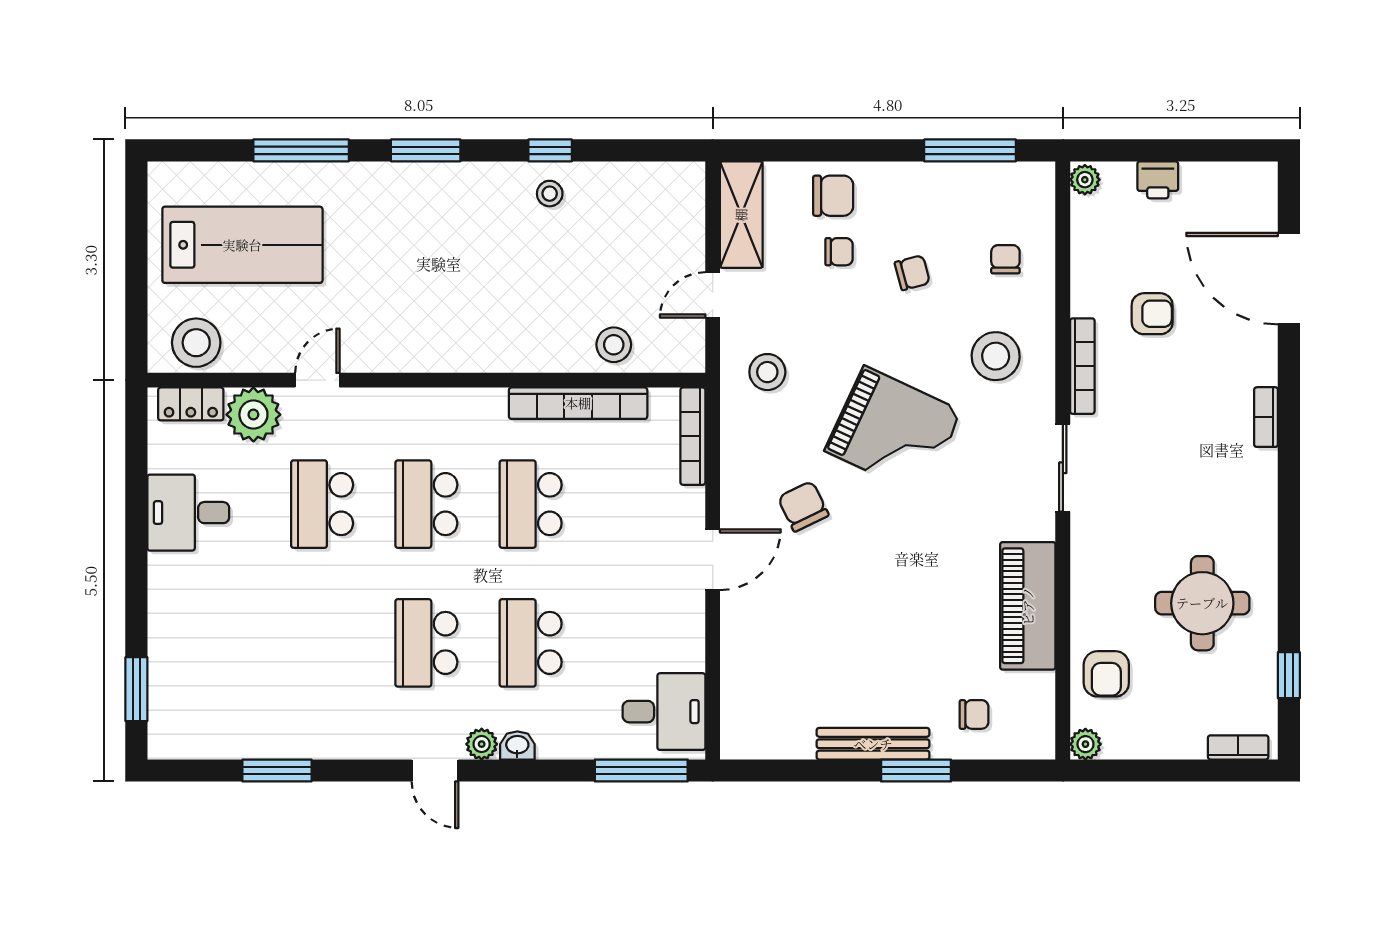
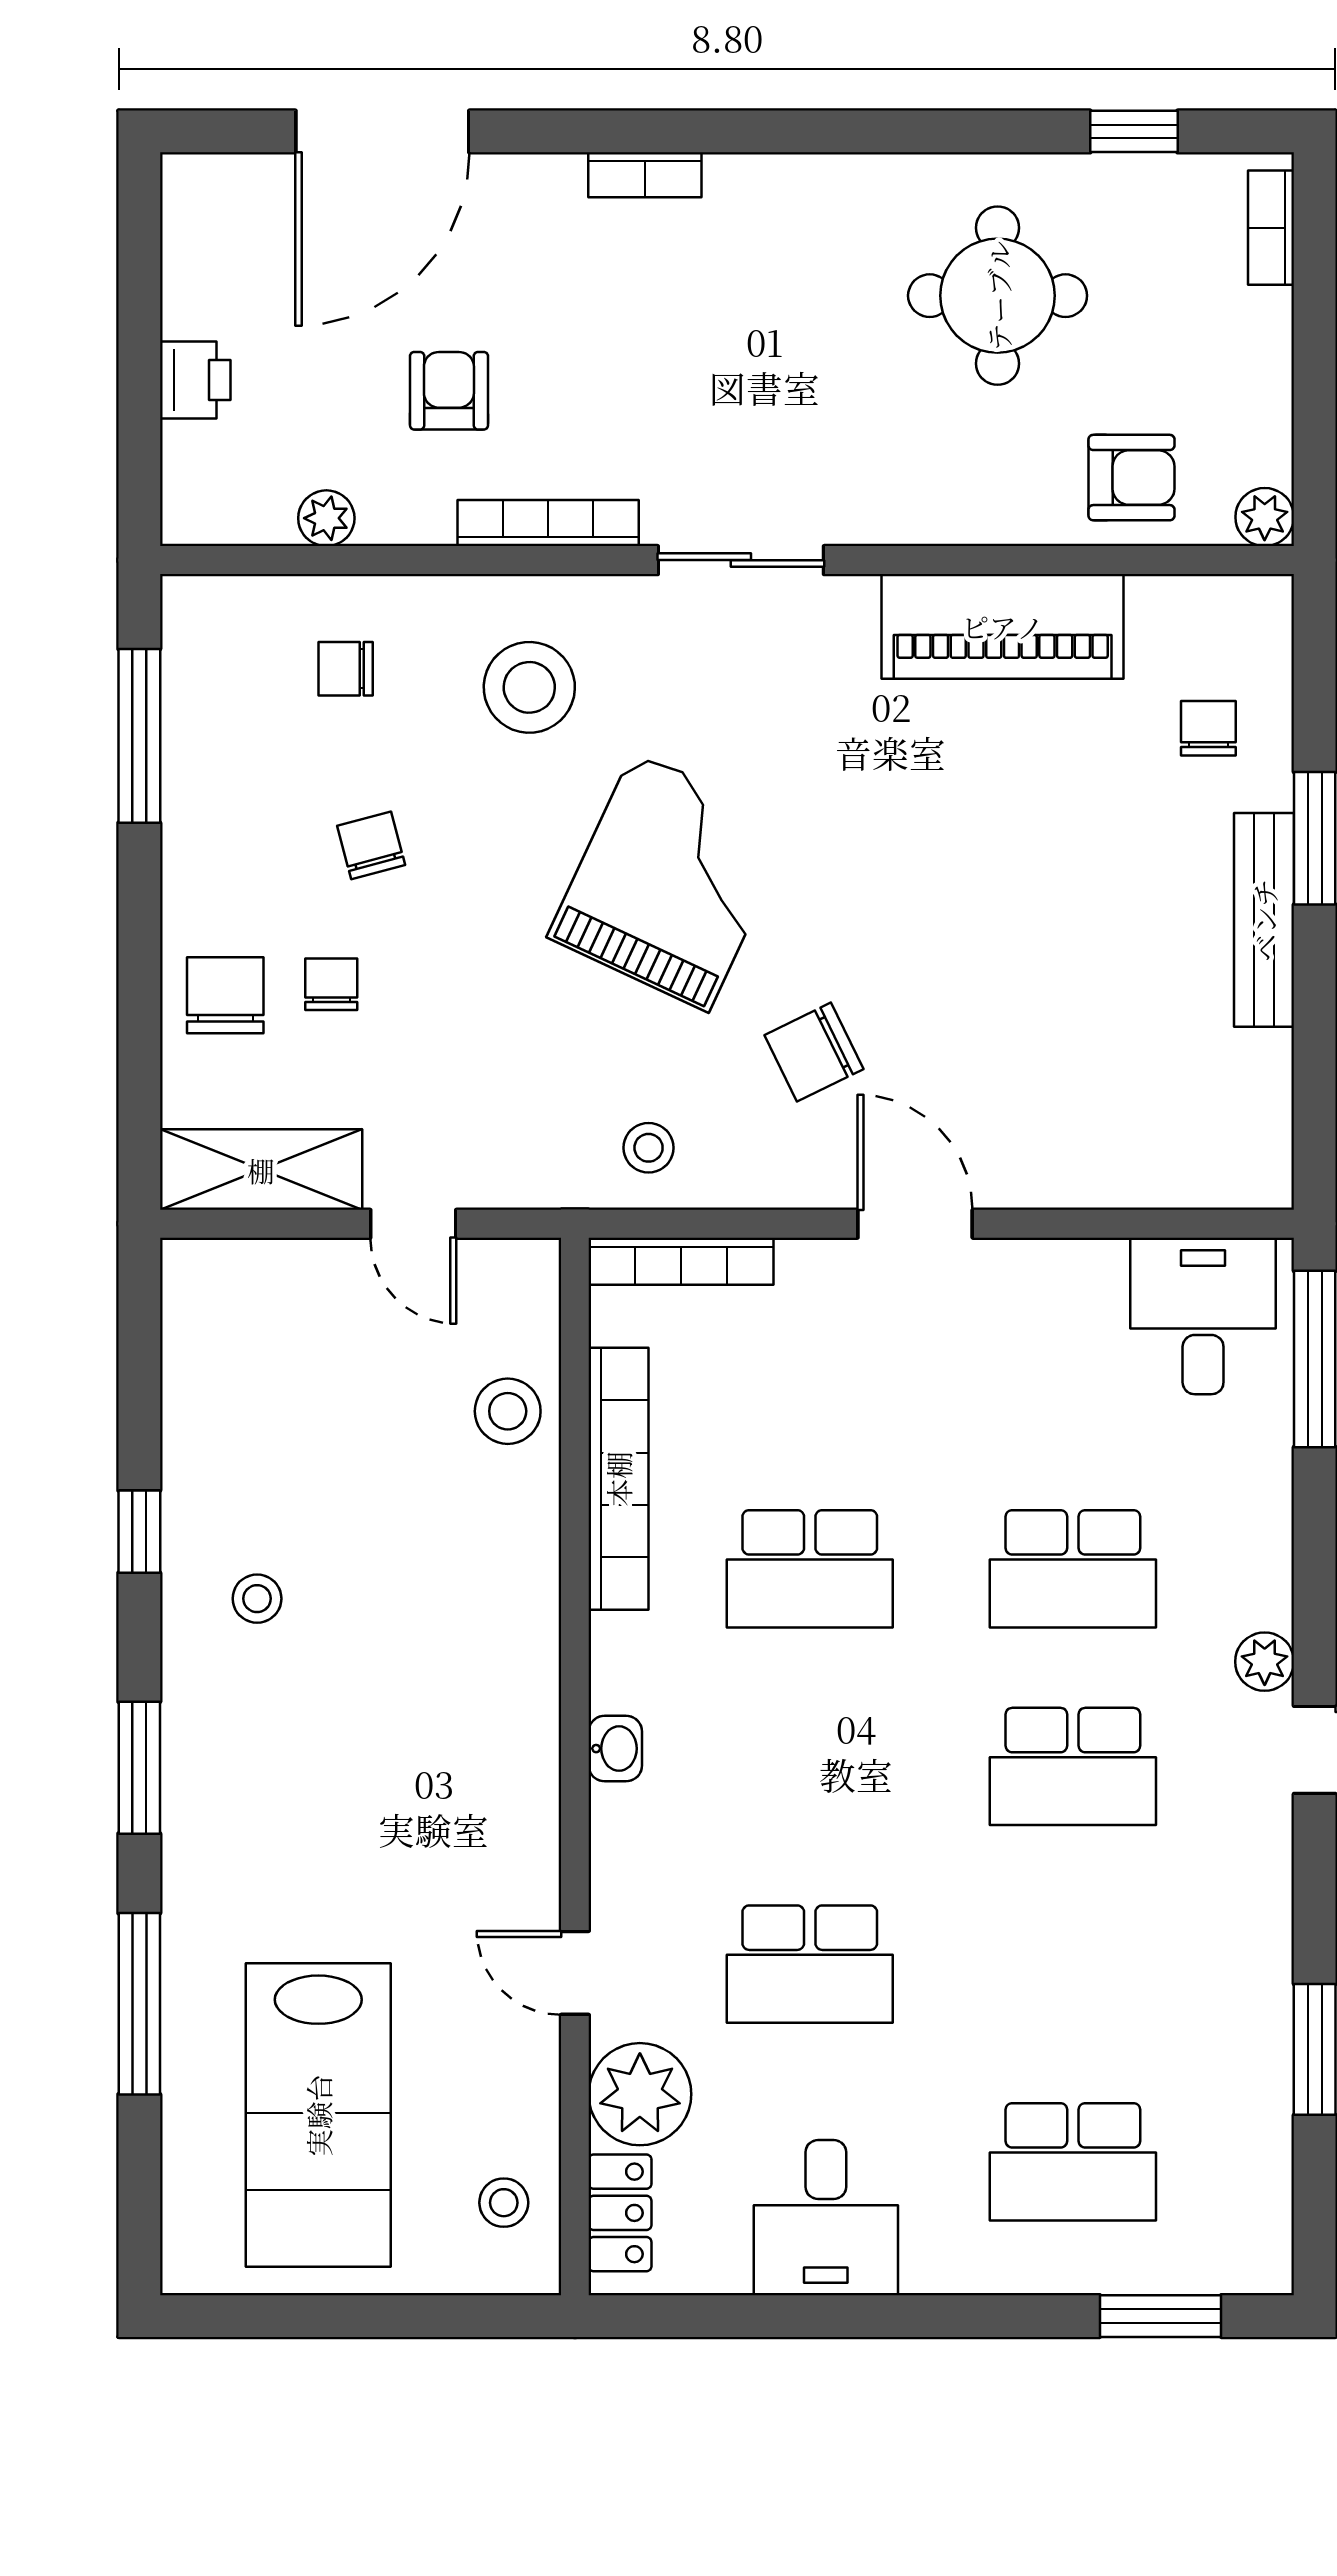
plant: (1085, 180) -> (326, 518), moved
stool: (550, 194) -> (257, 1599), moved
lab bench: (242, 245) -> (318, 2115), turned 180
stool: (196, 343) -> (504, 2203), width x0.53, depth x0.53
stool: (767, 372) -> (649, 1148), moved, width x0.73, depth x0.73
school desk: (426, 504) -> (1073, 2162), moved
washbasin: (517, 745) -> (615, 1749), moved, turned 180

